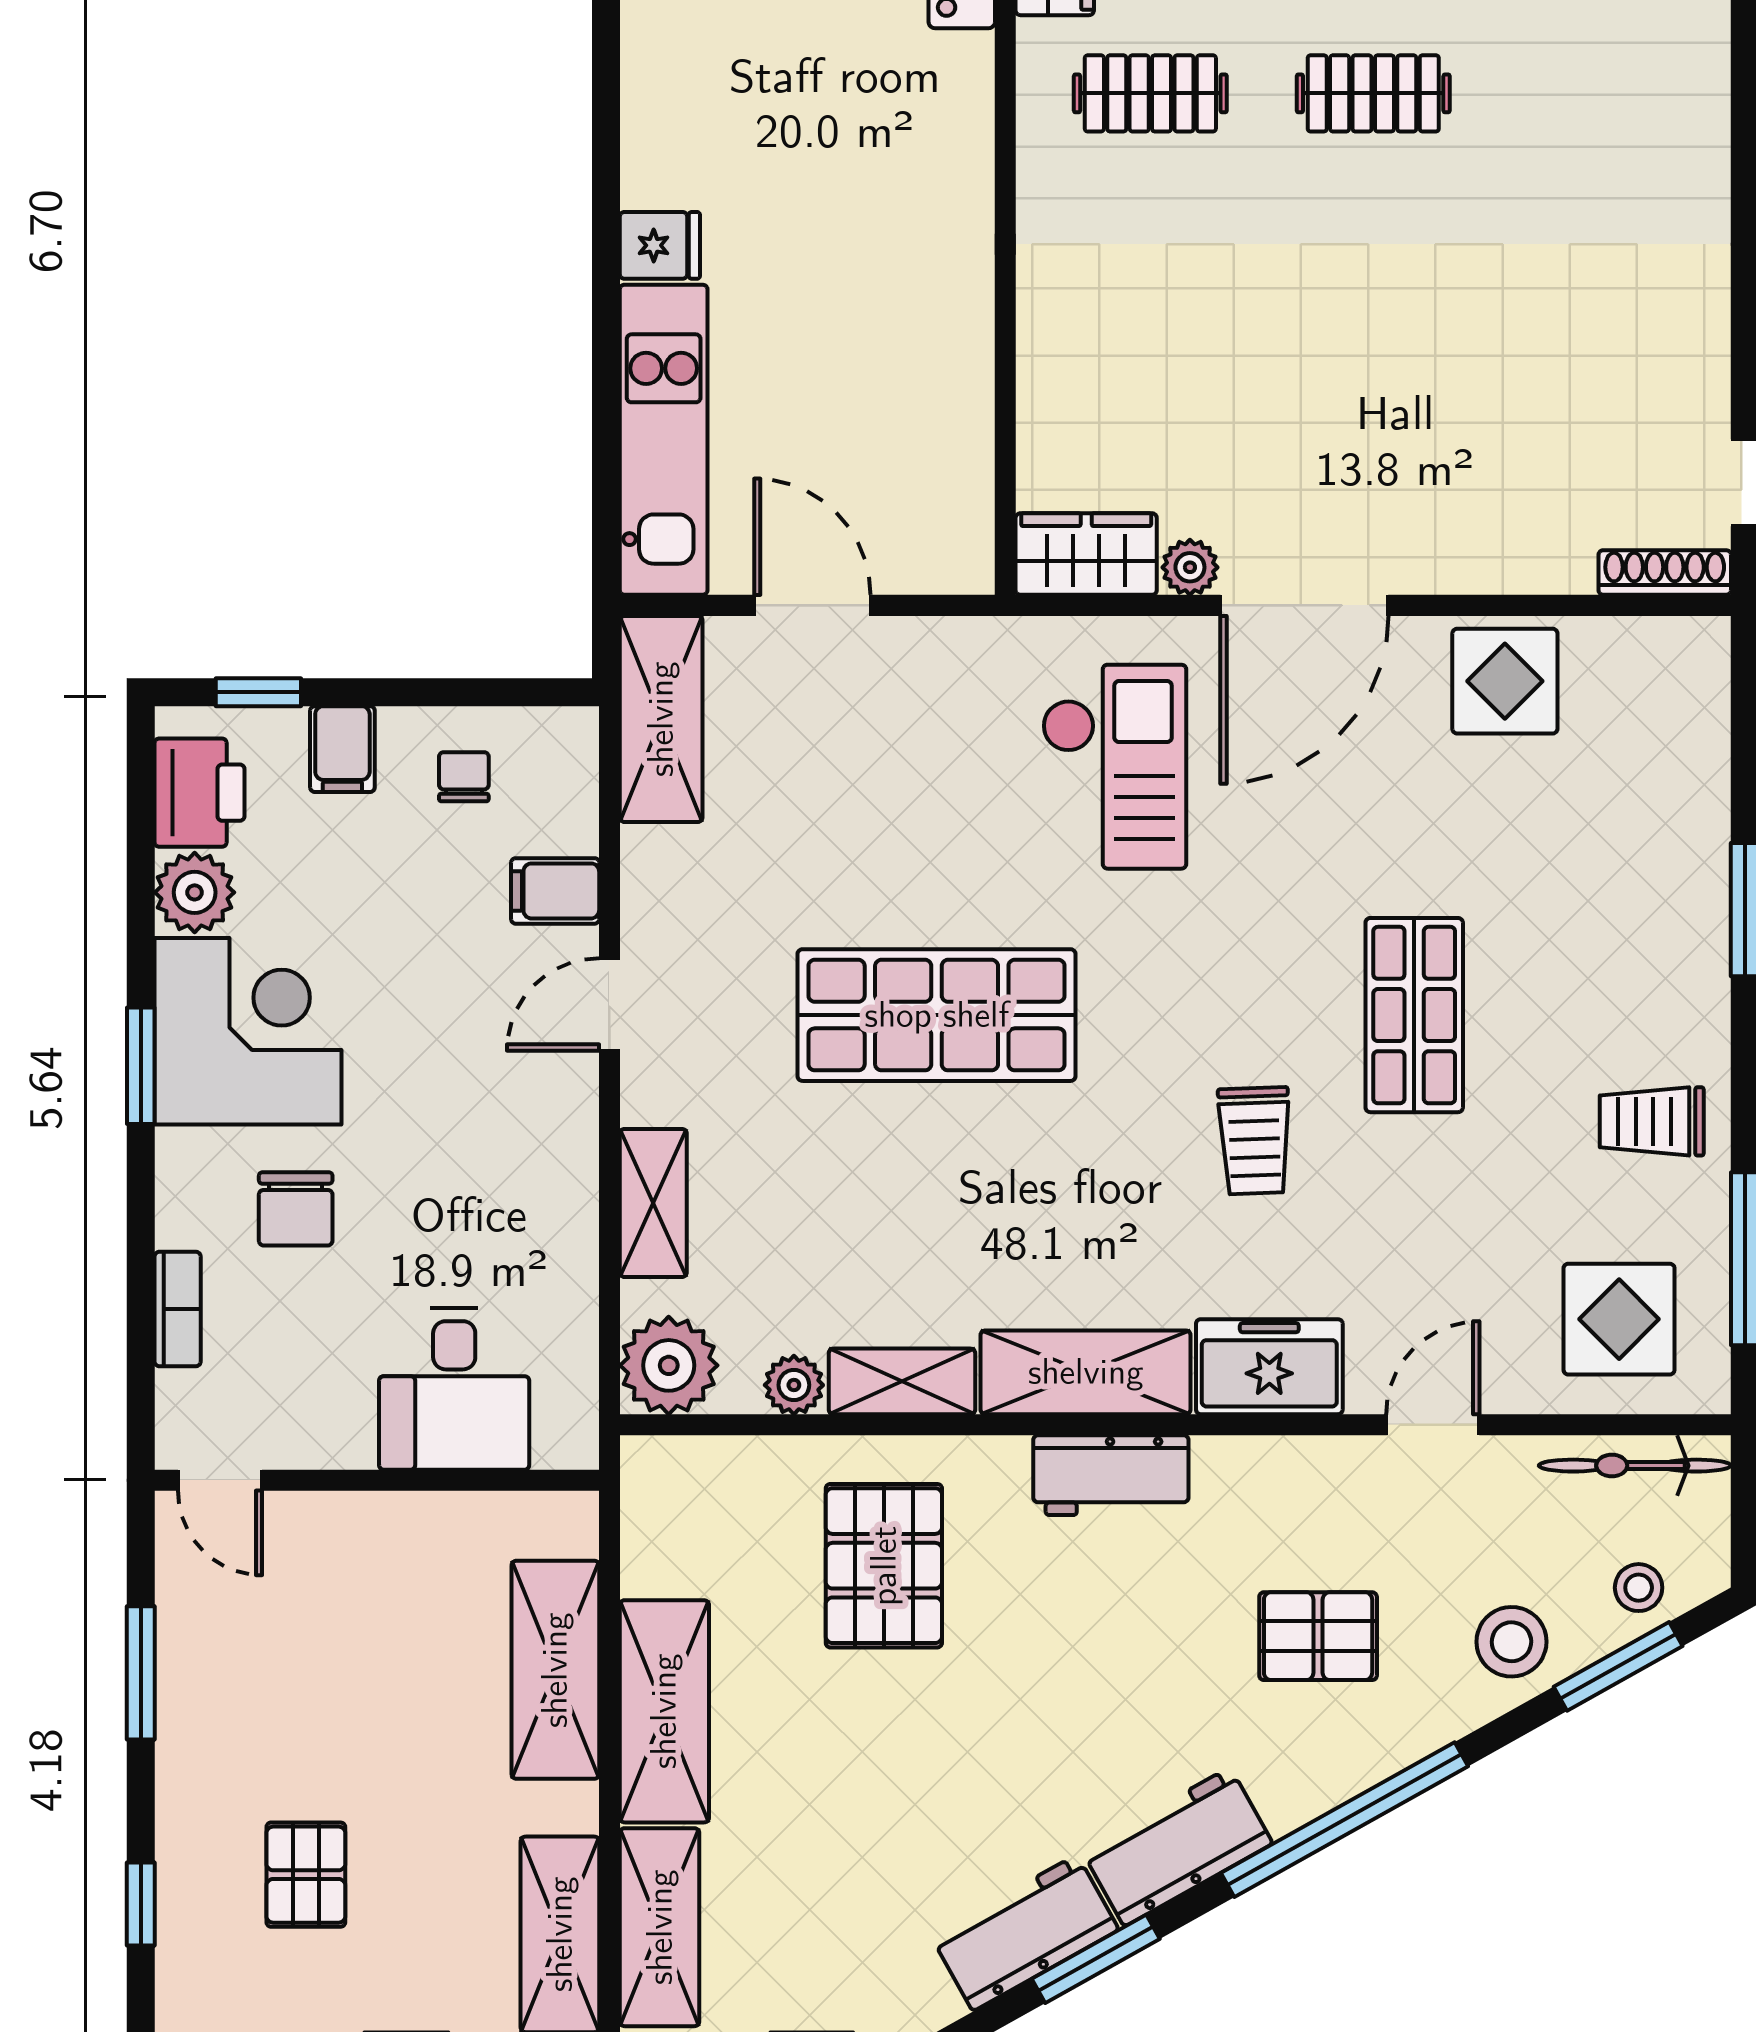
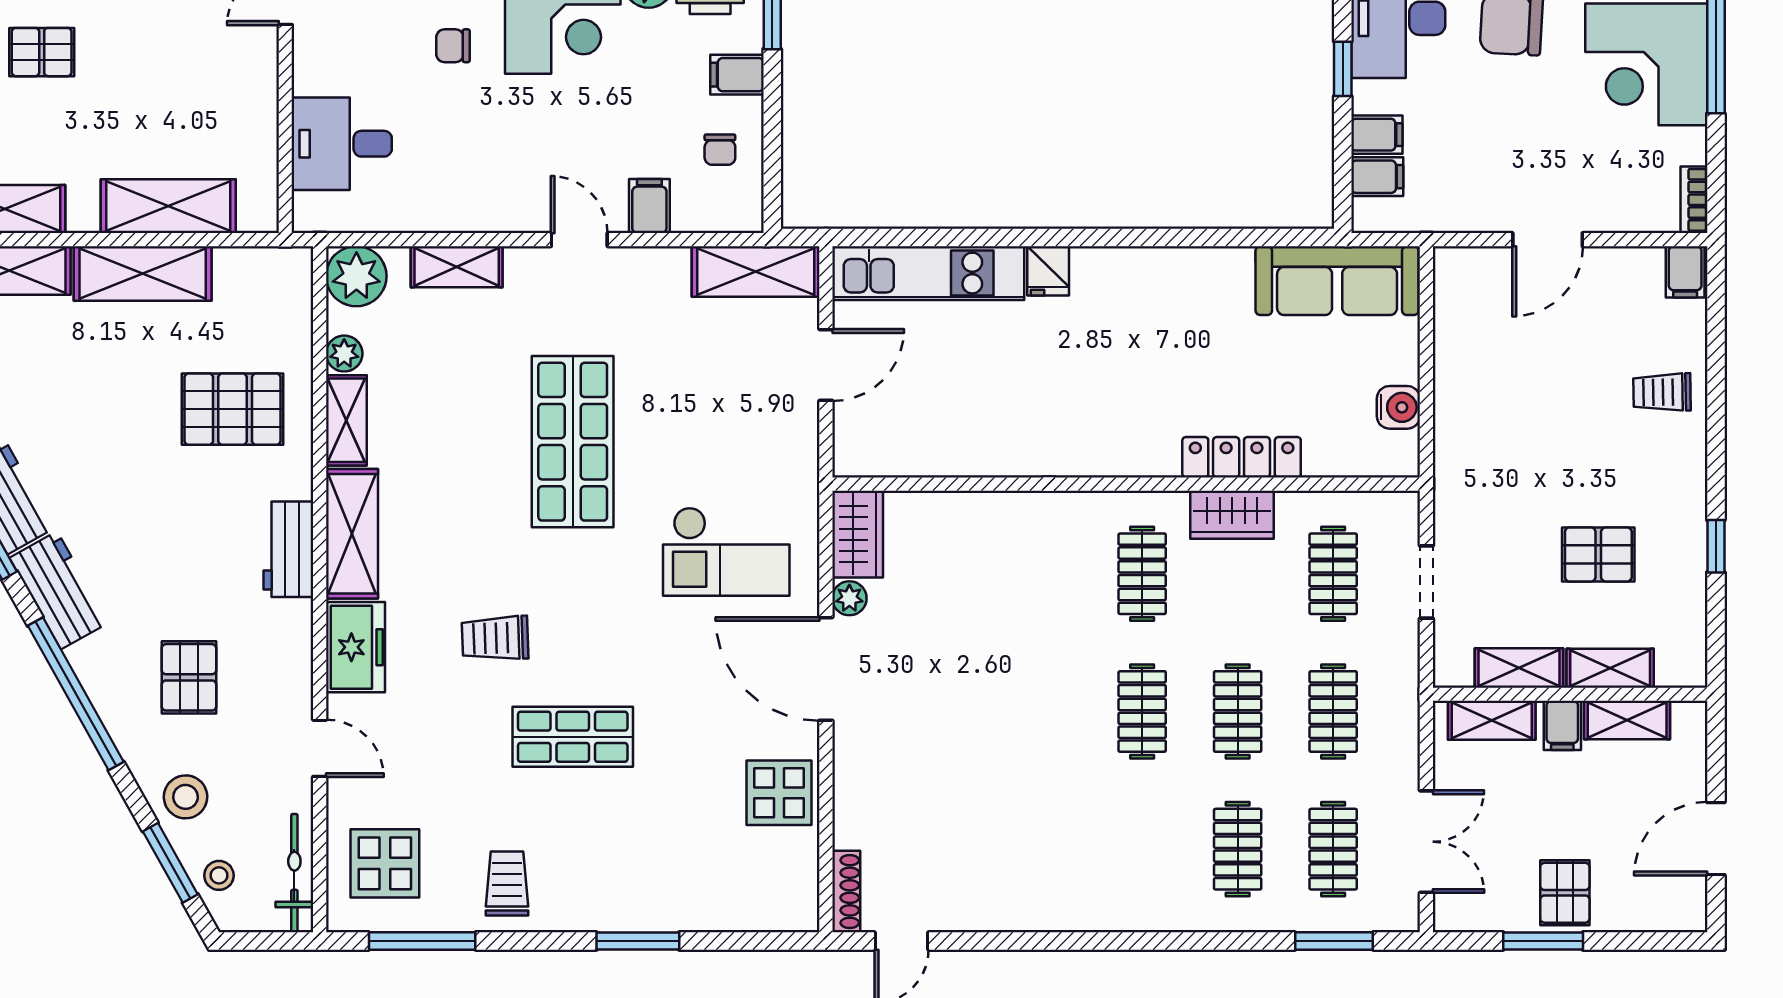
chair: (464, 777) -> (720, 150), turned 90
chair: (296, 1209) -> (453, 46), width x0.73, depth x0.73

